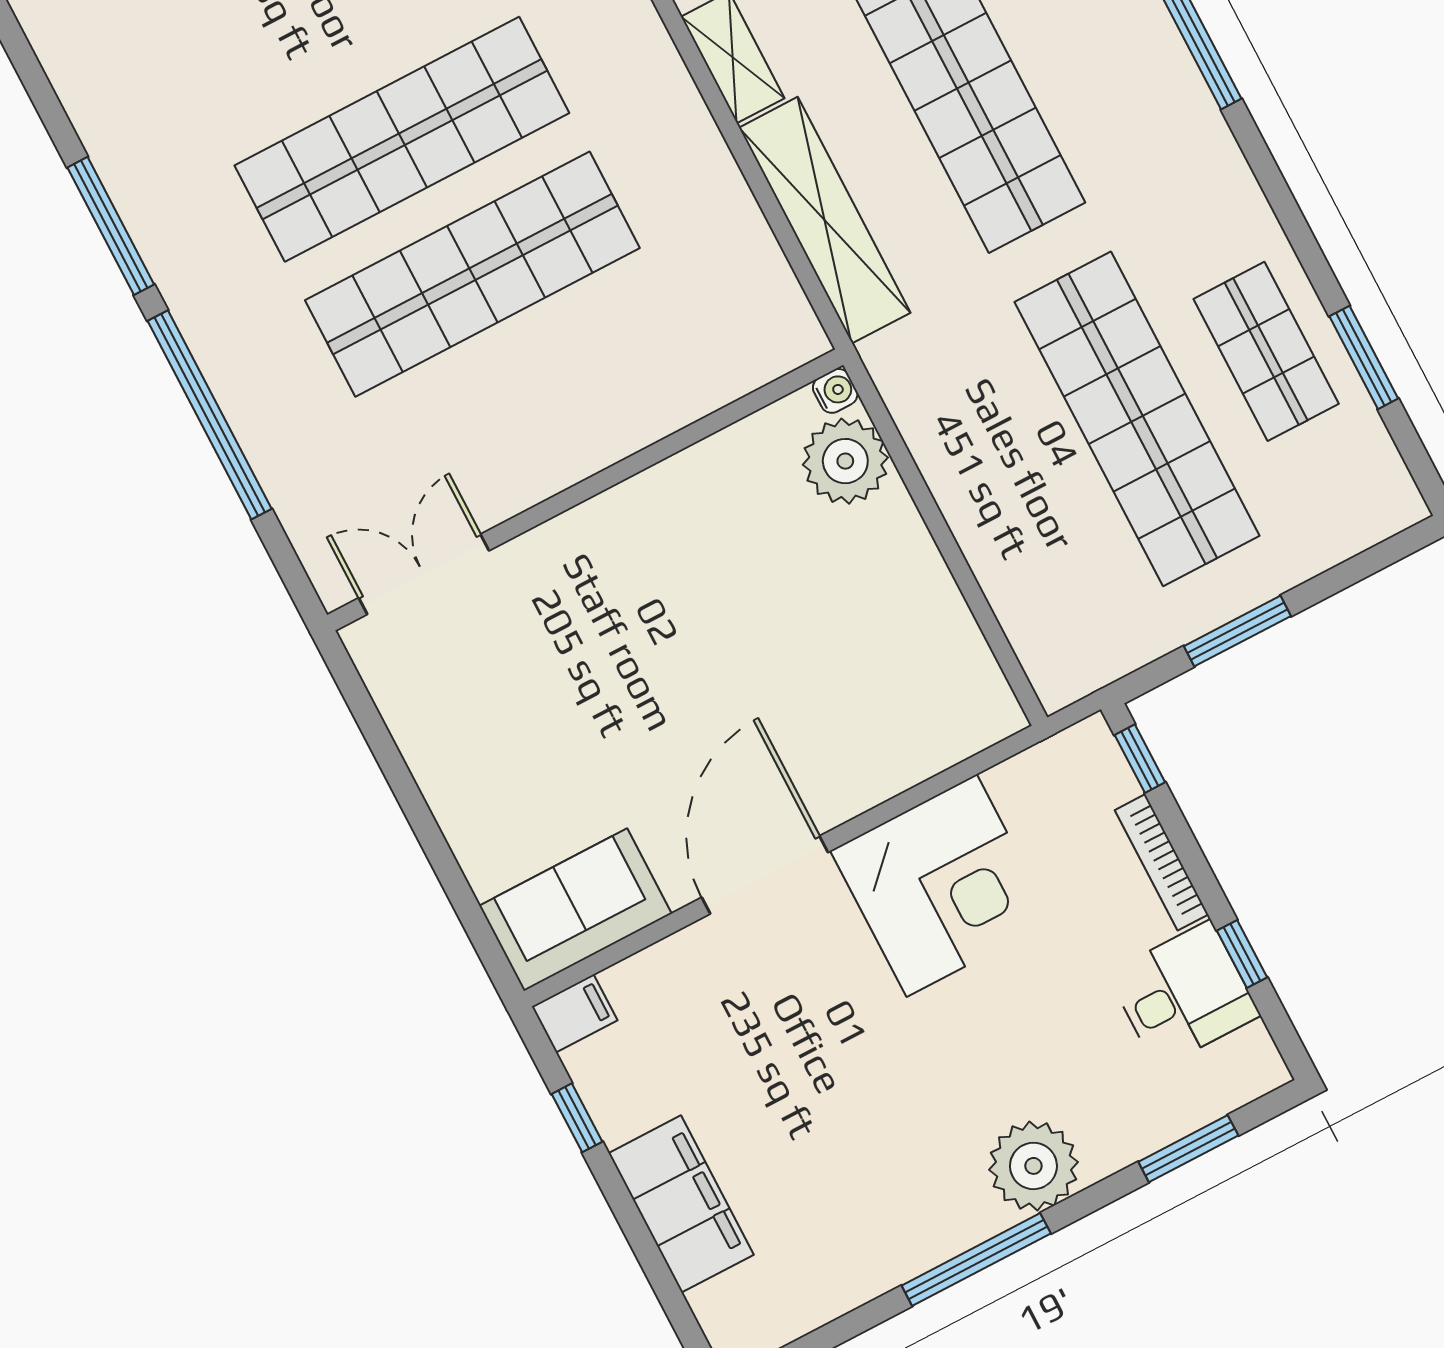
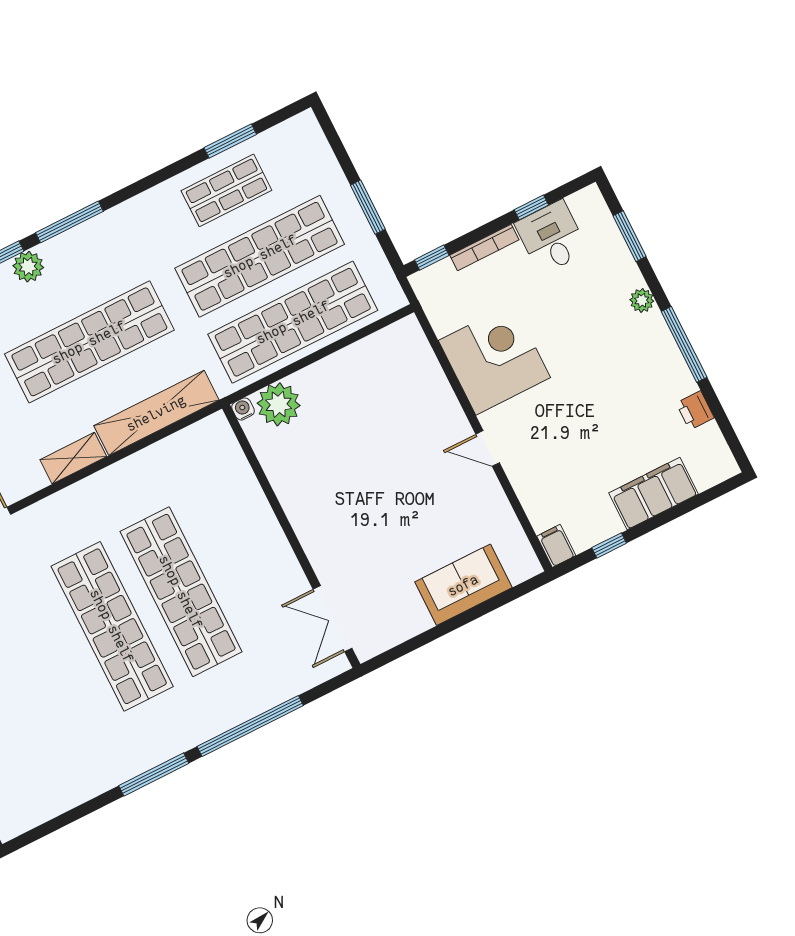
shop shelf: (1008, 486) -> (293, 322), added
door: (765, 875) -> (488, 448), width x0.53
sofa: (575, 910) -> (463, 585), moved, turned 90
plant: (1033, 1166) -> (642, 300), width x0.53, depth x0.53
printer: (846, 1283) -> (695, 410), added

